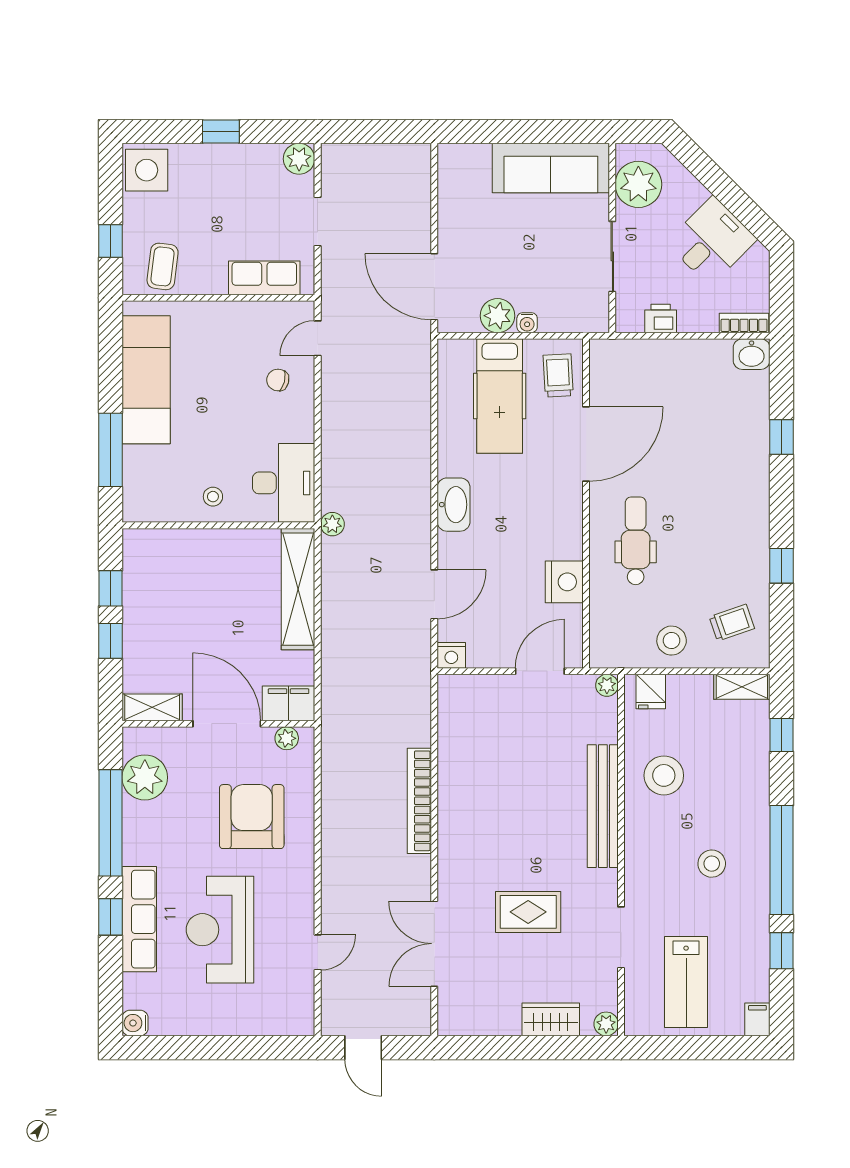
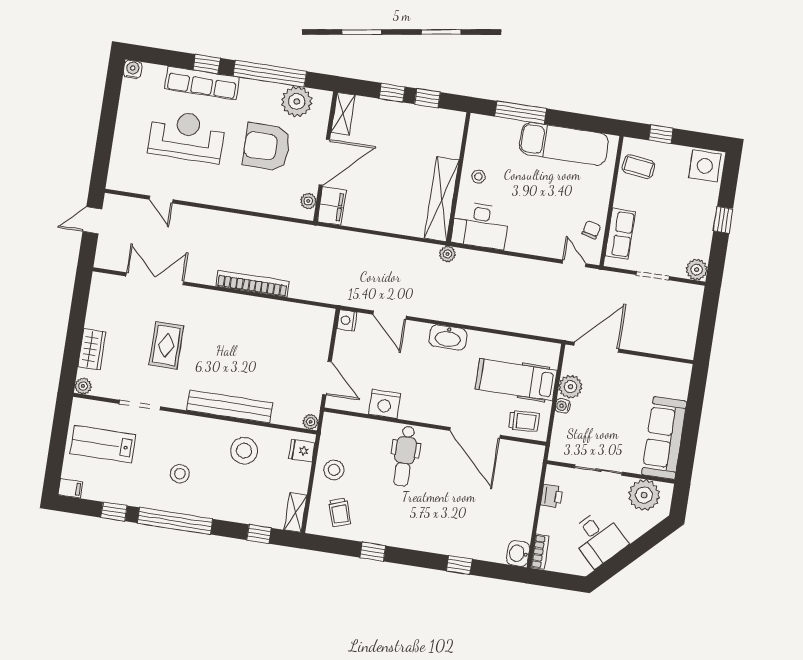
chair: (278, 380) -> (591, 230), moved
dental chair: (636, 541) -> (405, 456), turned 90
shelving: (298, 589) -> (442, 199), moved, turned 90
armchair: (252, 817) -> (267, 147), moved, turned 180

